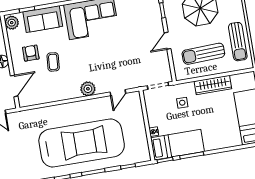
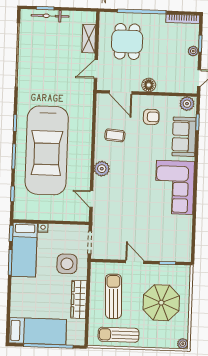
coffee table: (53, 62) -> (115, 135), moved
side table: (182, 103) -> (67, 264), width x1.87, depth x1.87

